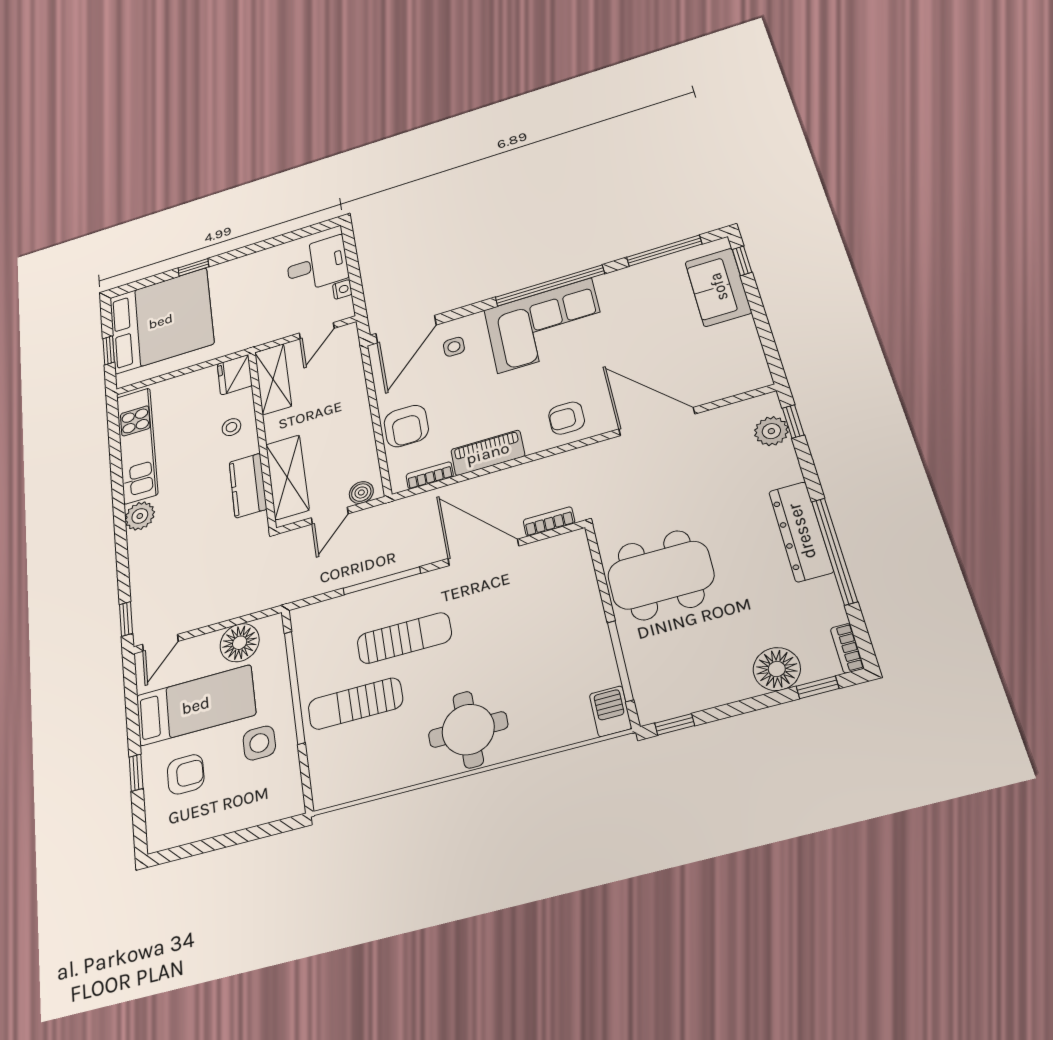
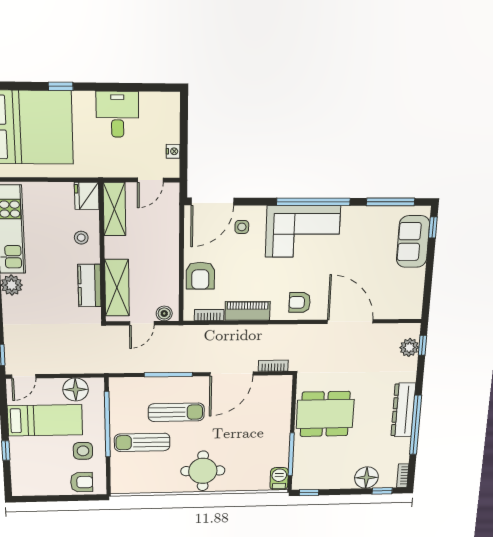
desk: (317, 264) -> (117, 114), moved, turned -90
door: (483, 552) -> (232, 374), swing flipped
armchair: (186, 774) -> (82, 482), moved

